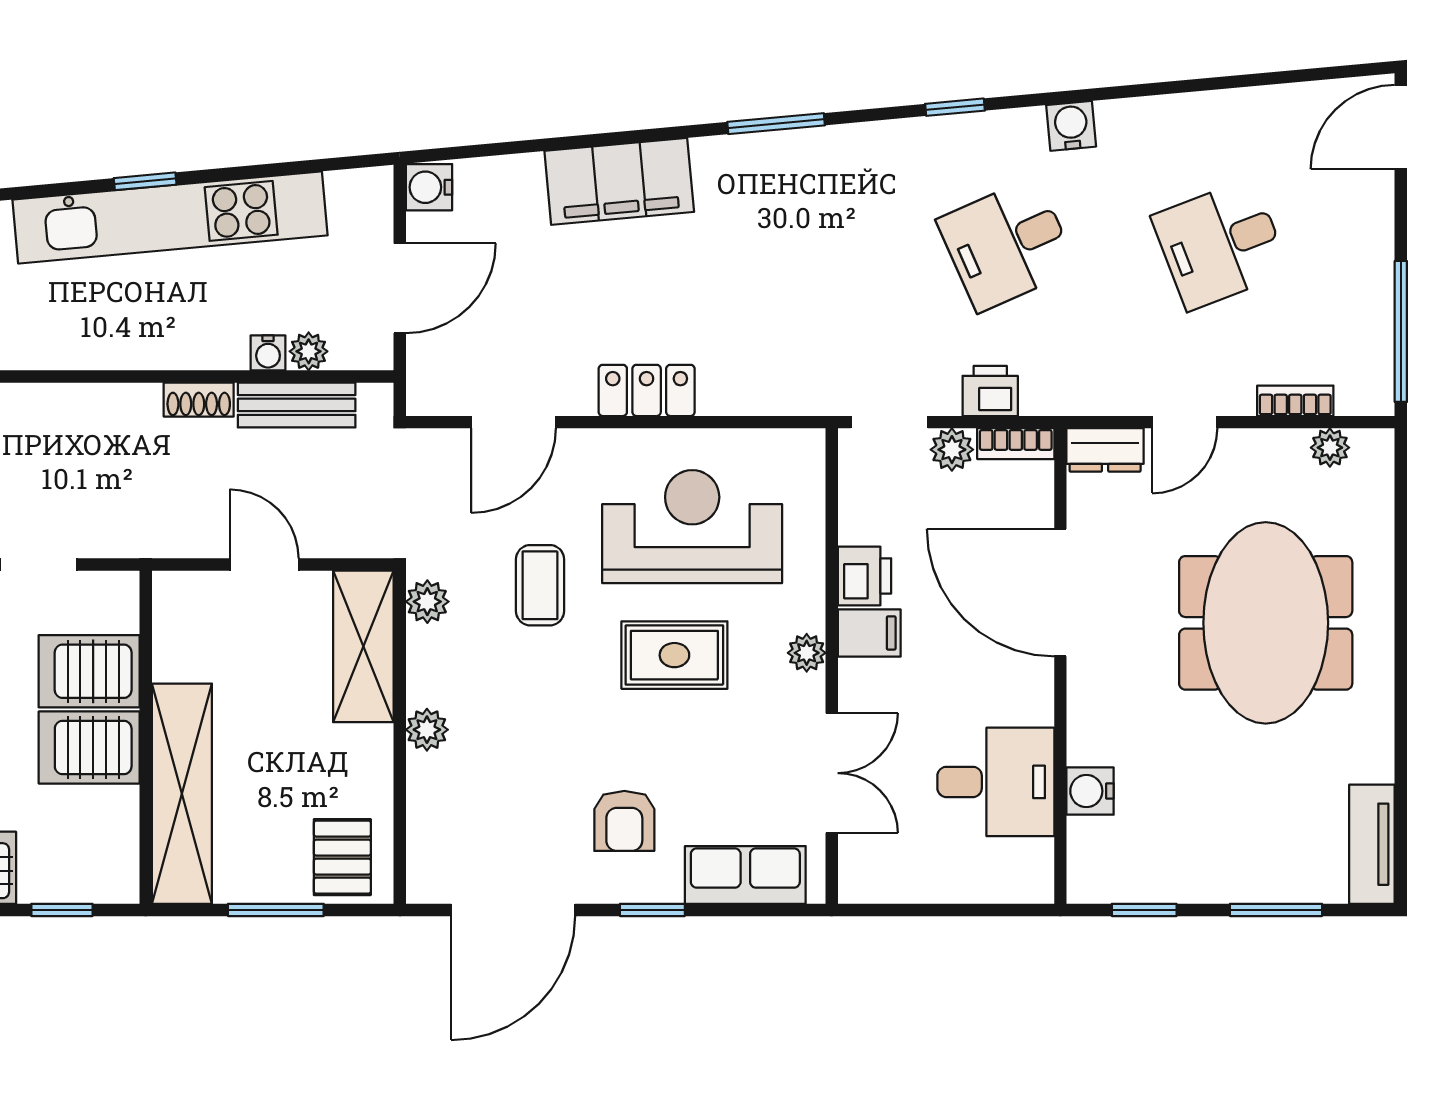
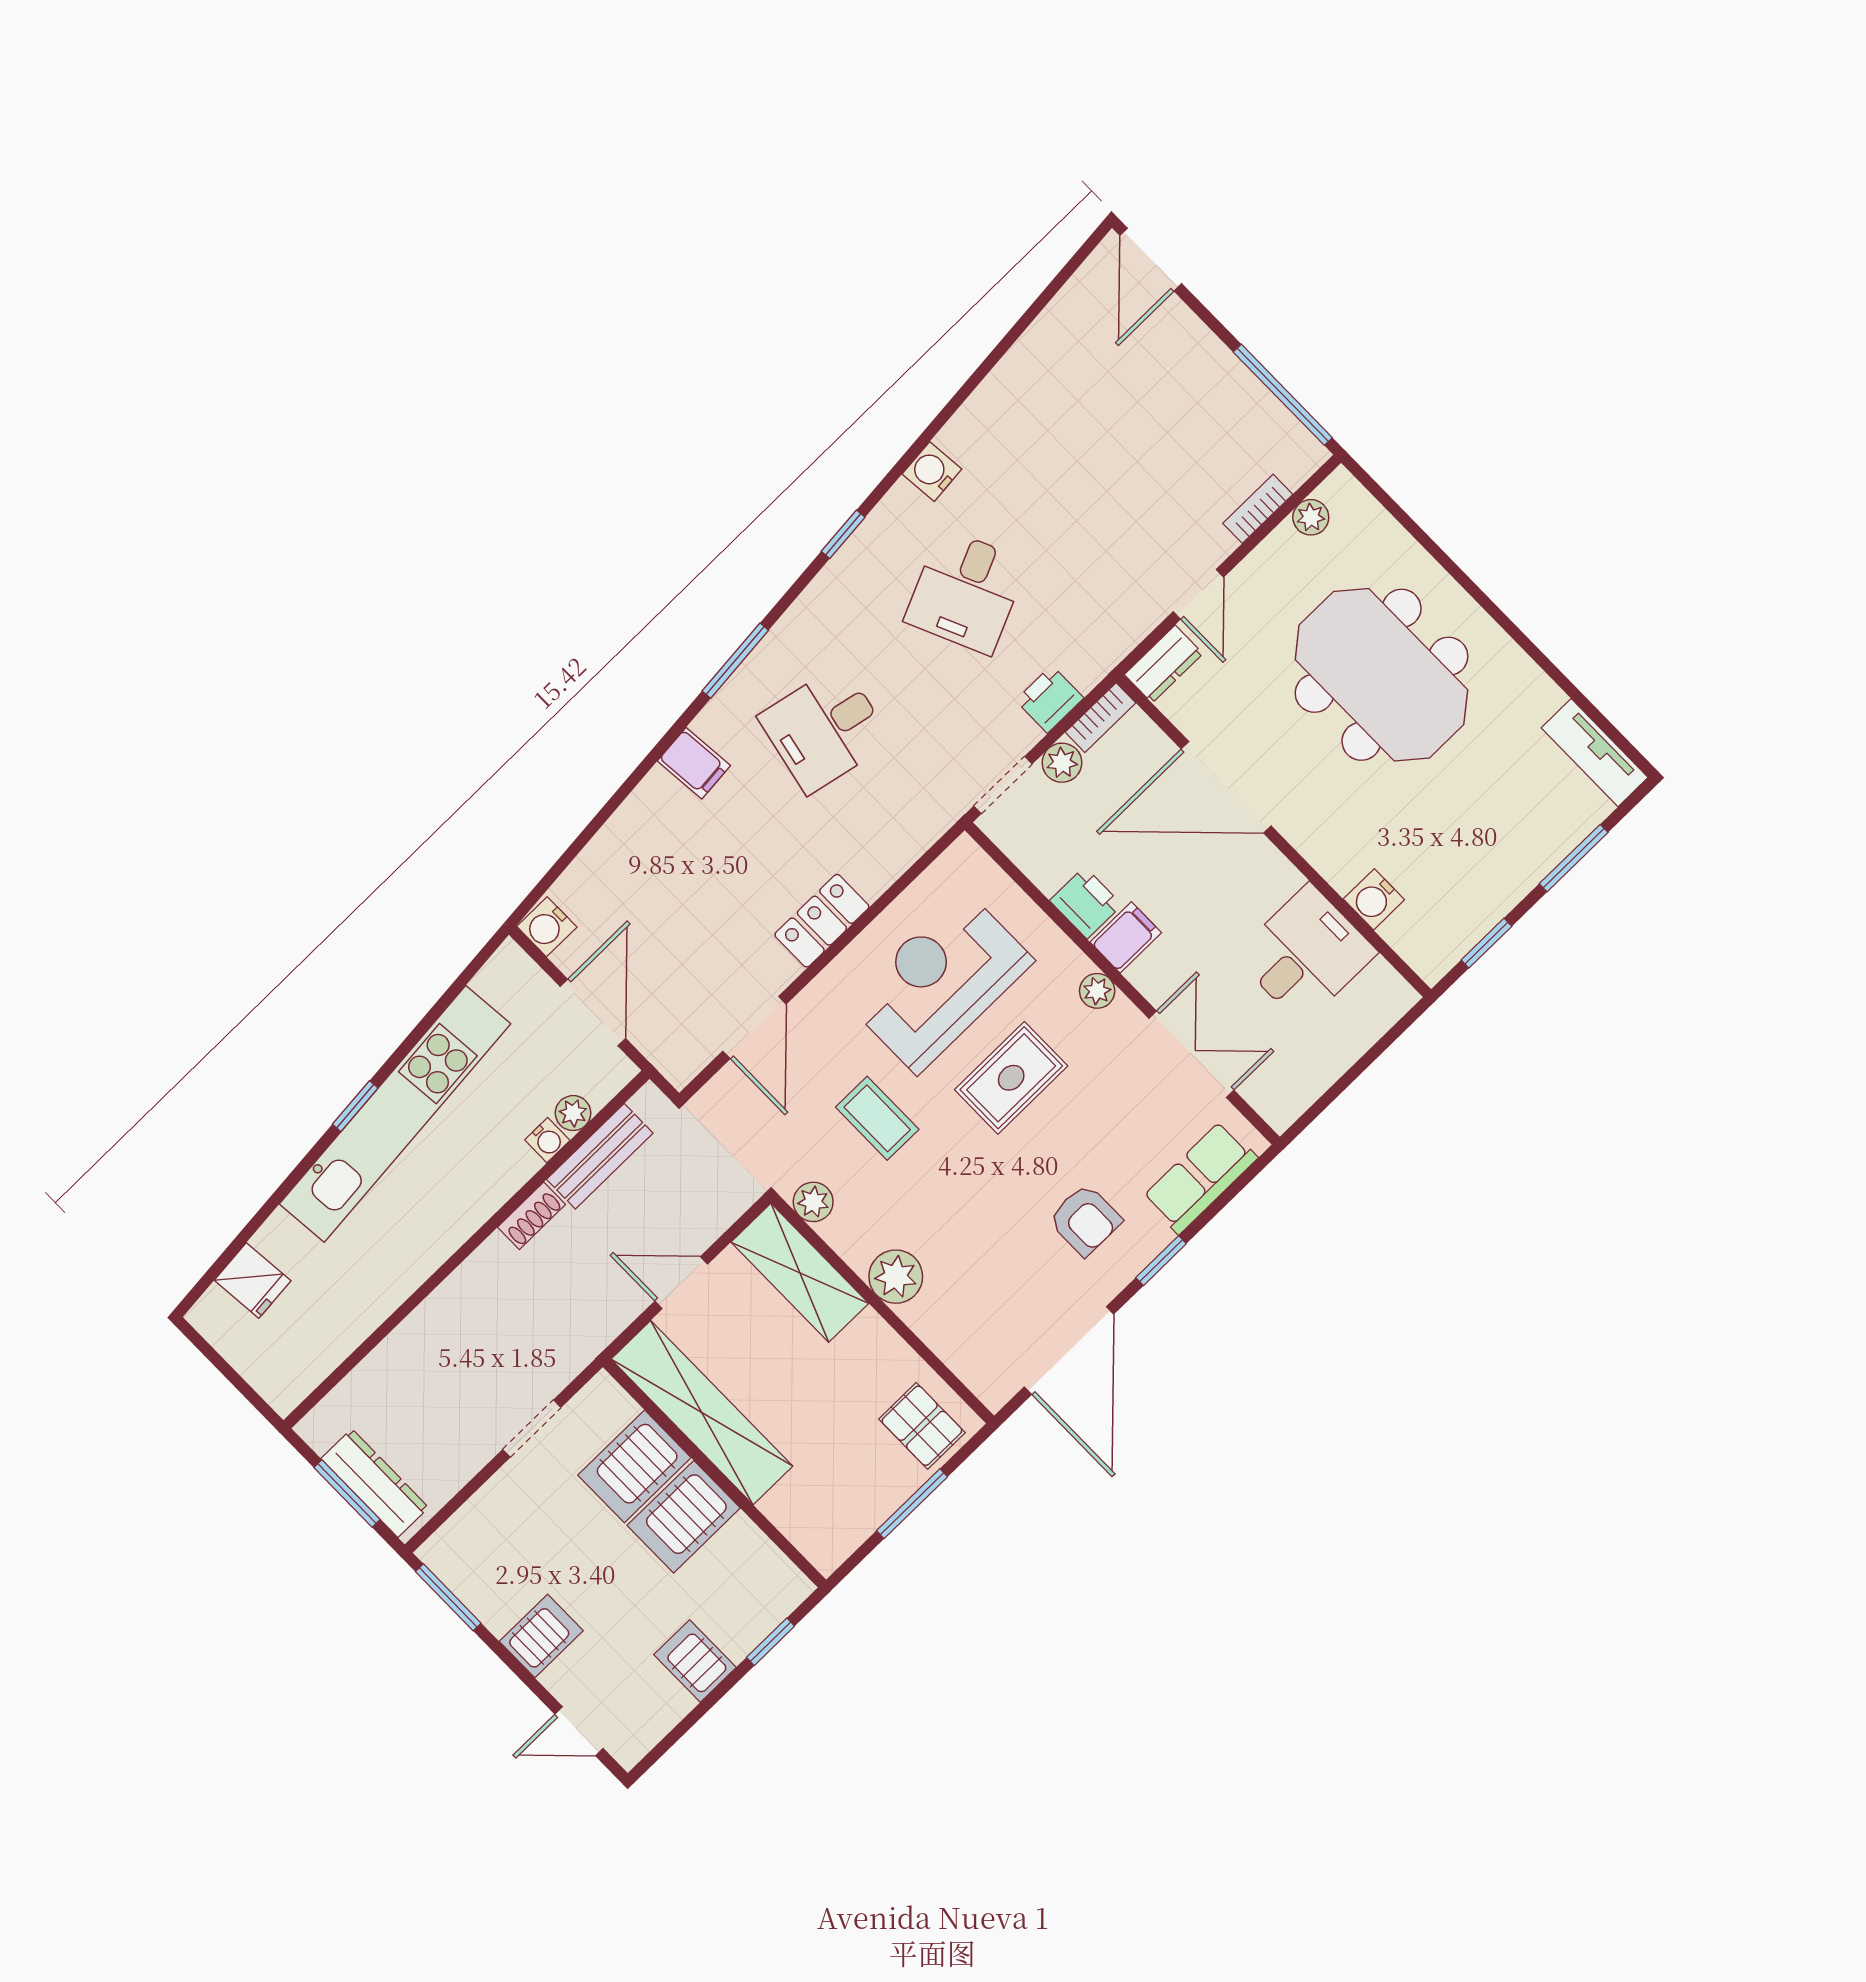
filing cabinet: (619, 181) -> (694, 763), width x0.33, depth x0.86
desk: (1220, 244) -> (825, 729), moved, turned 33
plant: (427, 730) -> (896, 1277), width x1.38, depth x1.38
shelving: (182, 794) -> (702, 1413), moved

